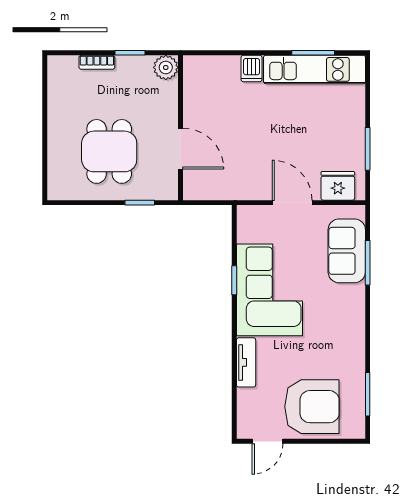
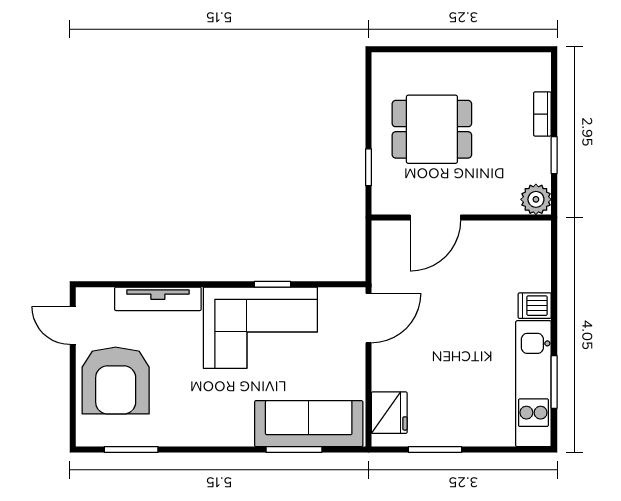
door: (292, 203) -> (369, 318), moved
sofa: (347, 251) -> (309, 424), width x1.36
tv unit: (246, 362) -> (158, 299), width x1.41

